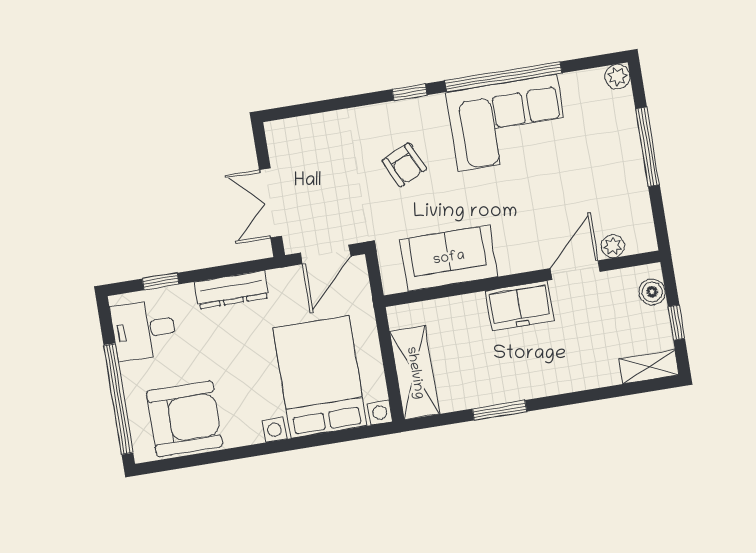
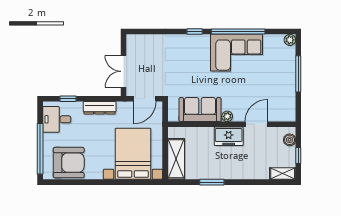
armchair: (404, 165) -> (187, 64), removed
plant: (613, 246) -> (227, 116), moved

